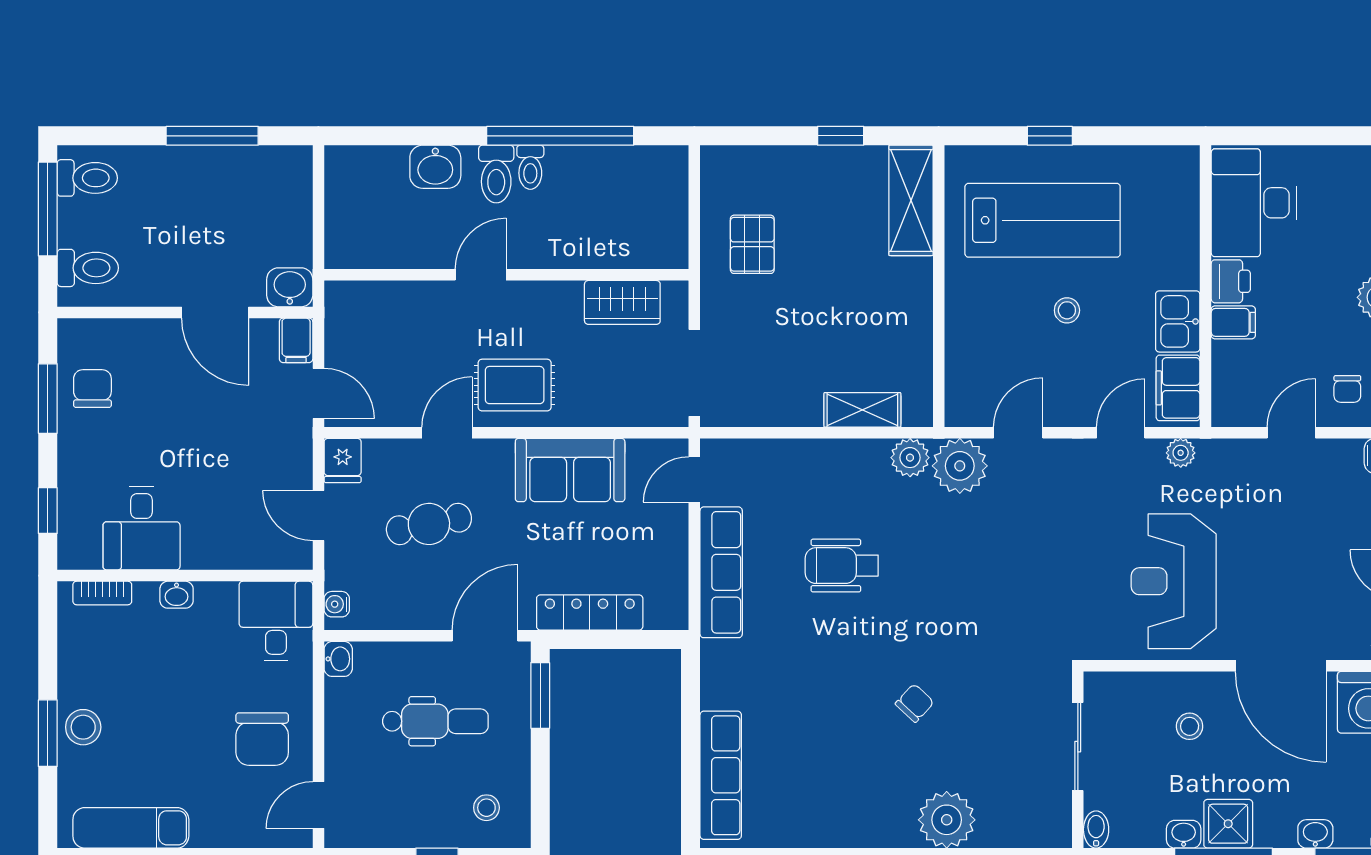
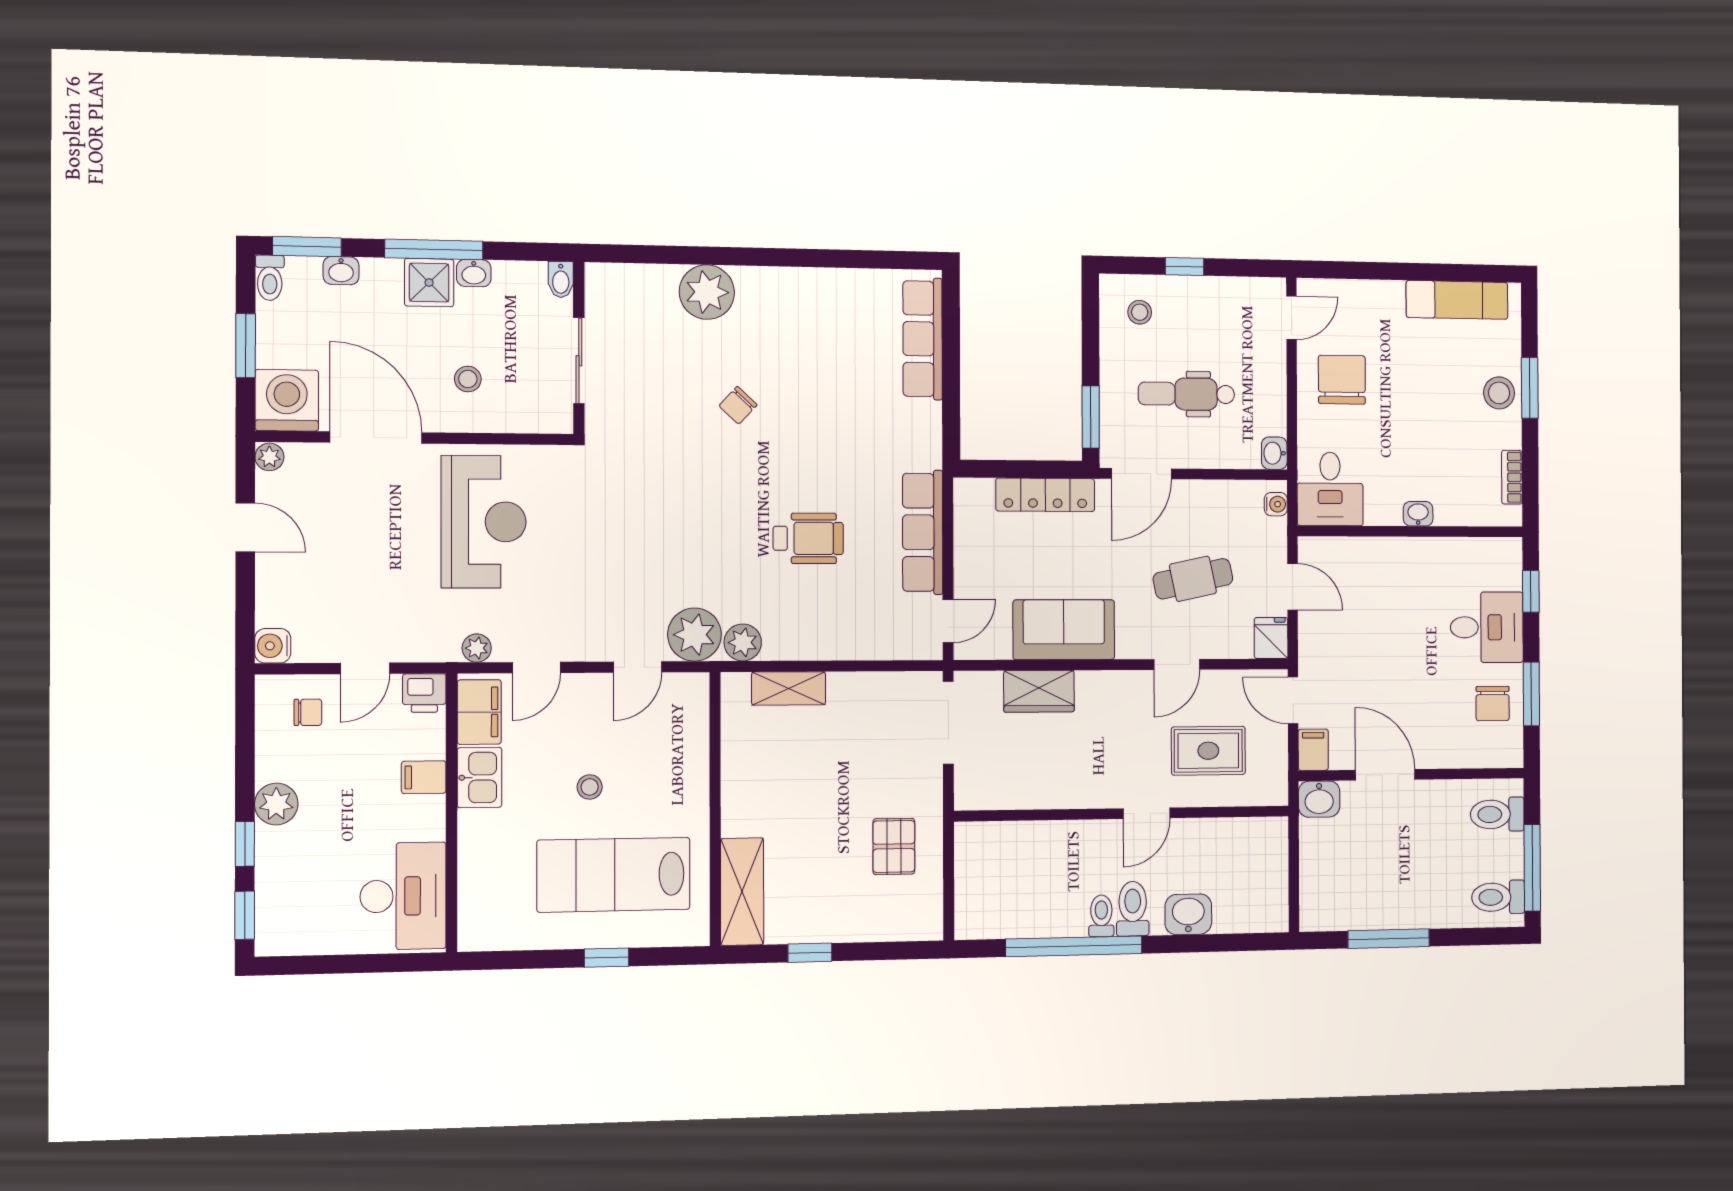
printer: (1231, 281) -> (424, 693), moved, turned -90
wardrobe: (622, 302) -> (1039, 691), moved, turned 180
rug: (515, 385) -> (1208, 751), moved
chair: (1347, 389) -> (308, 712), turned 90
desk: (142, 528) -> (1487, 627), moved, turned 90
bookcase: (102, 593) -> (1512, 477), moved, turned -90

